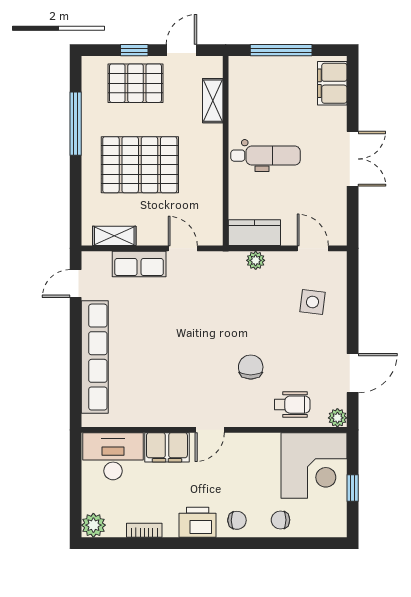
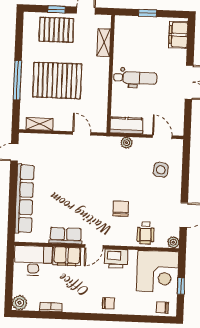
window: (281, 50) -> (148, 13), width x0.46
window: (76, 124) -> (17, 80), moved
row of seats: (139, 264) -> (65, 236), moved, turned 180
wheelchair: (292, 405) -> (146, 233), turned 90
chair: (280, 520) -> (162, 308), moved
printer: (198, 522) -> (116, 259), moved, turned 180

